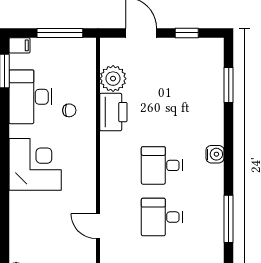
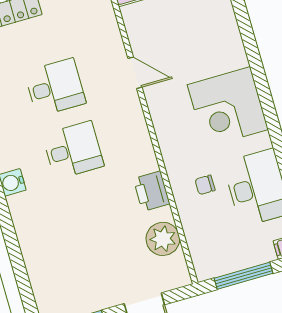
window: (229, 85) -> (20, 271), removed
printer: (113, 112) -> (152, 191), width x0.73, depth x0.84
door: (98, 226) -> (135, 73), moved

